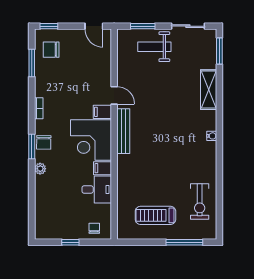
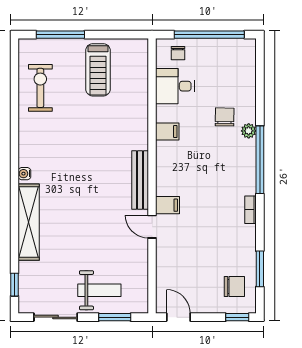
window: (219, 51) -> (15, 285), width x0.67
shelving: (209, 90) -> (29, 222), width x1.47
corner desk: (91, 140) -> (182, 168), removed
chair: (44, 142) -> (225, 117), moved
window: (32, 147) -> (260, 160), width x2.11
desk: (97, 189) -> (175, 86), moved
treadmill: (155, 215) -> (98, 70), turned 90
window: (70, 242) -> (209, 35), width x3.17

